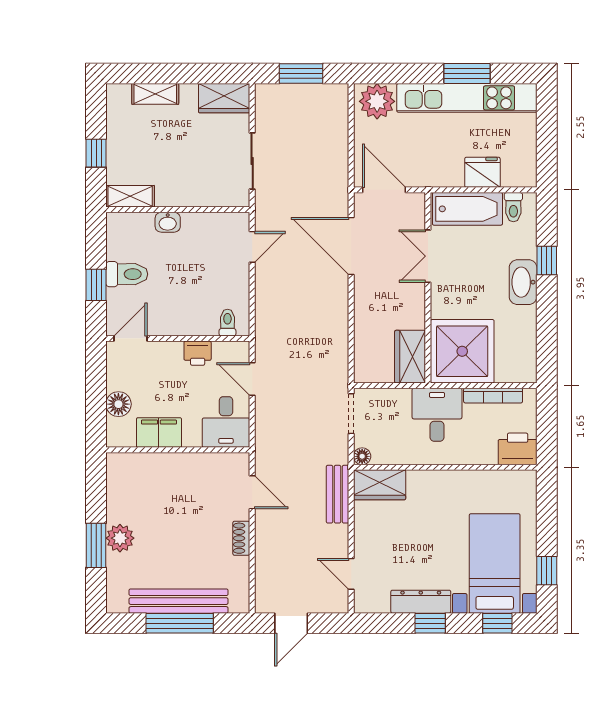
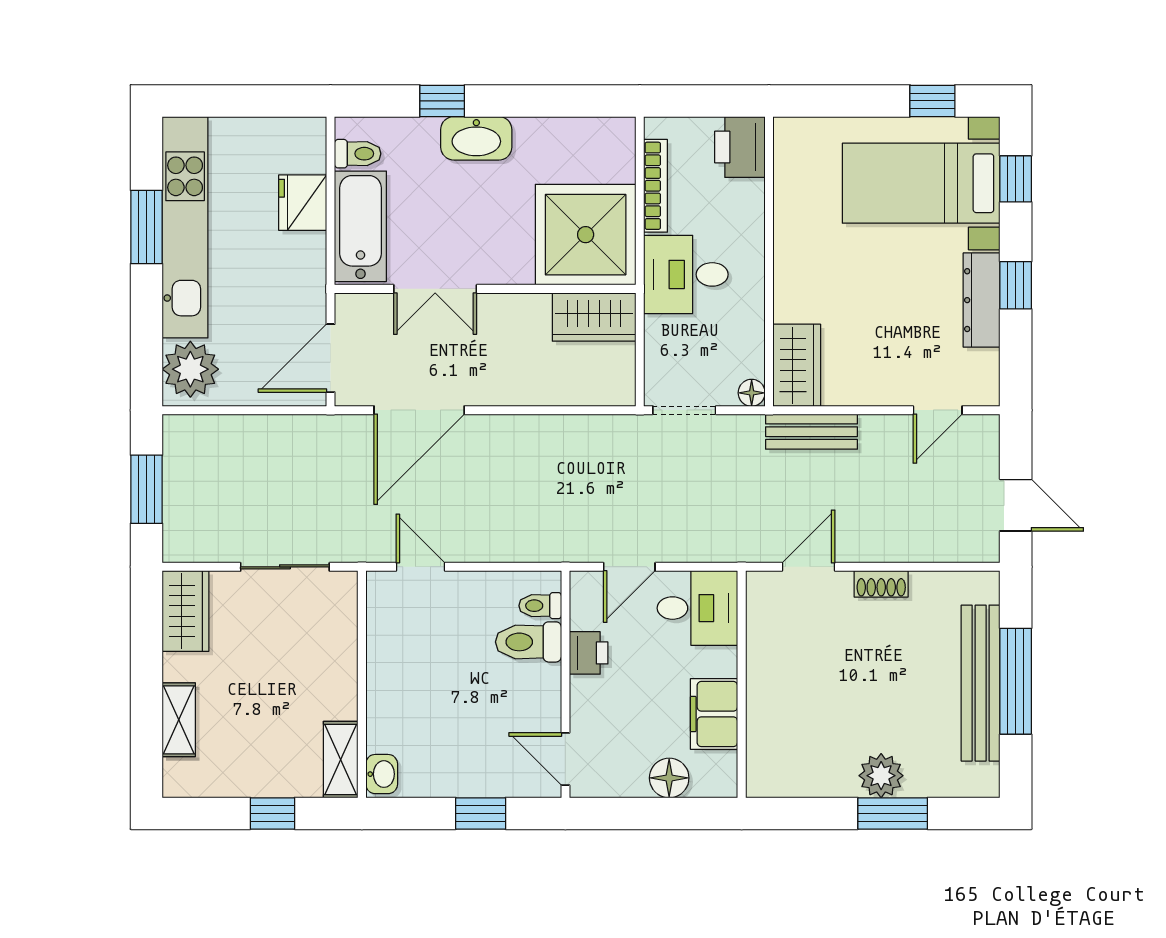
washbasin: (168, 222) -> (382, 774), moved
toilet: (127, 274) -> (528, 642), moved, turned -90

